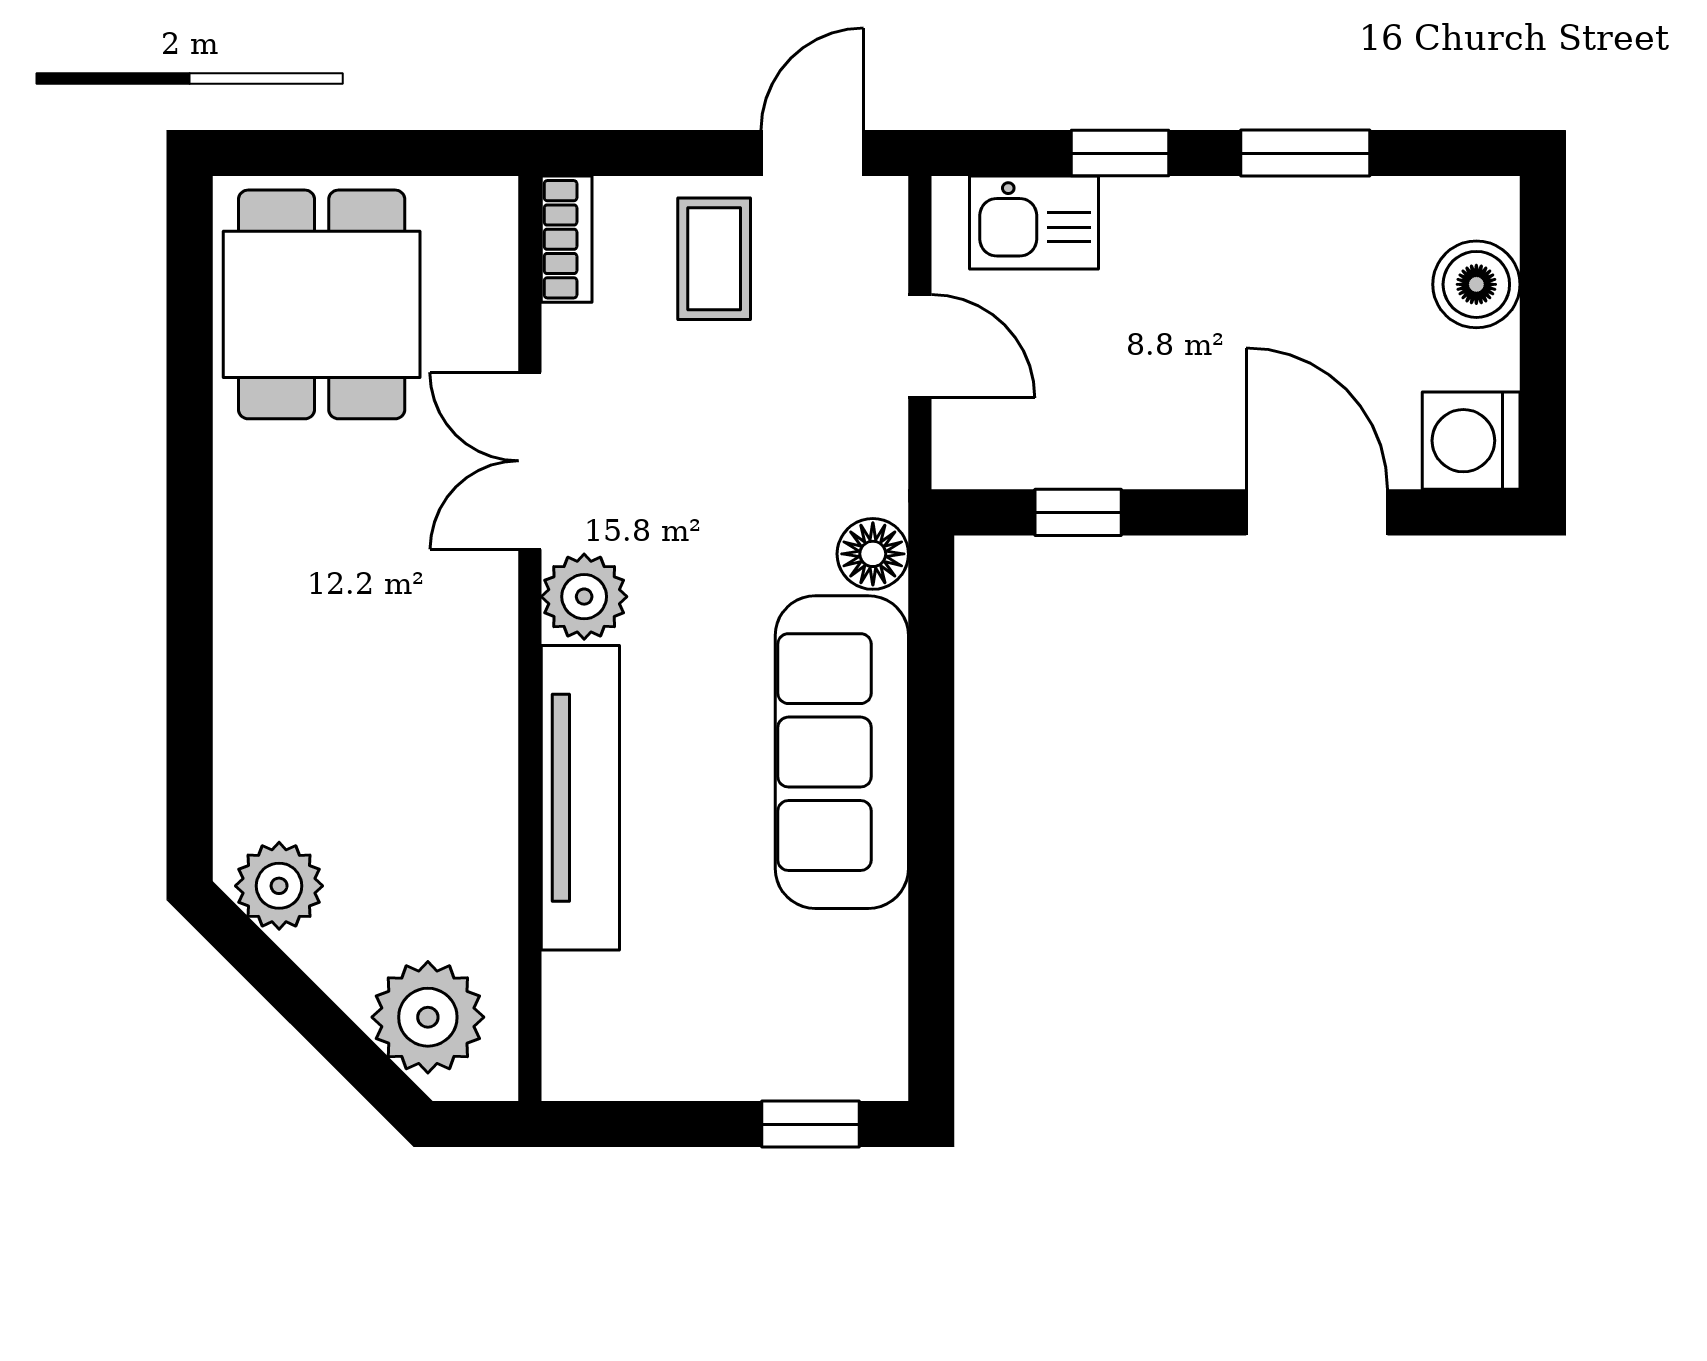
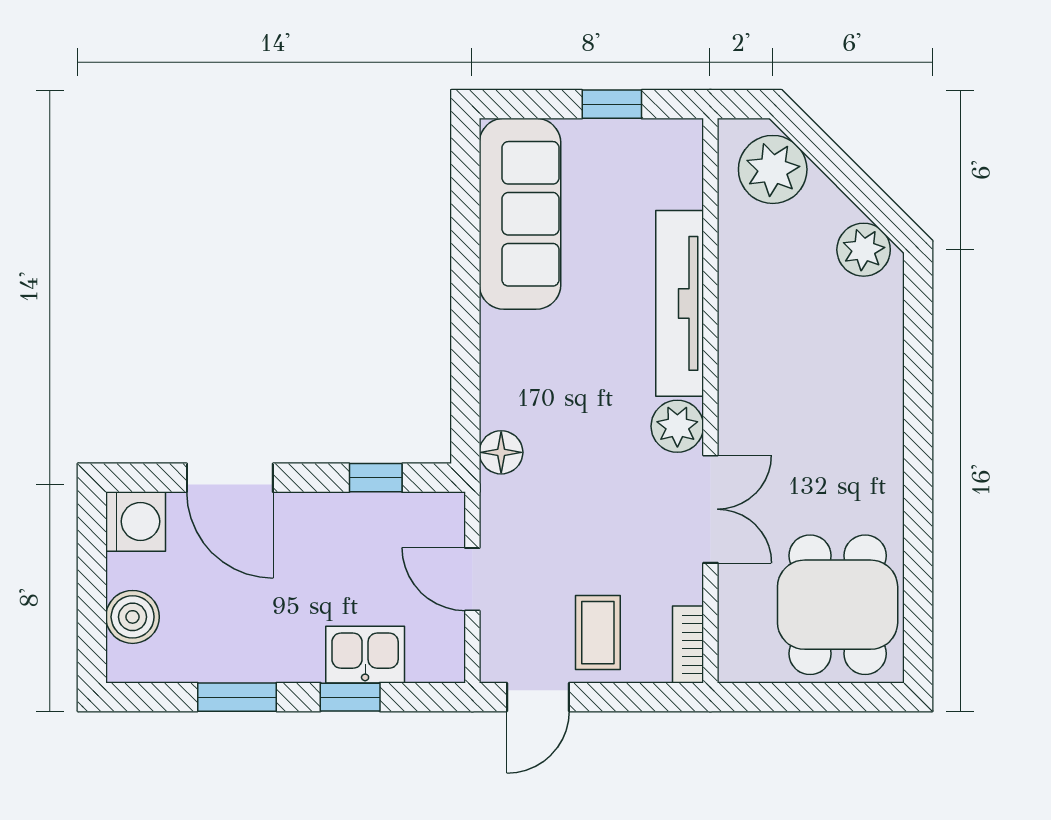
kitchen sink: (1034, 223) -> (365, 655), moved
sofa: (842, 752) -> (520, 214), moved
window: (810, 1124) -> (612, 104), moved

